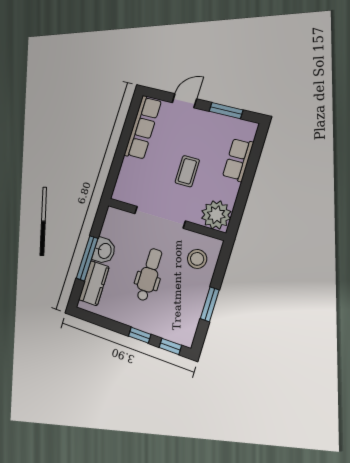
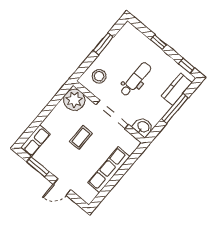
row of seats: (143, 128) -> (109, 170), moved
row of seats: (238, 160) -> (35, 141), moved
washbasin: (104, 251) -> (143, 127), moved, turned 90
dental chair: (149, 275) -> (136, 79), turned 180
window: (170, 346) -> (187, 66), moved

